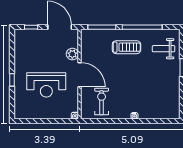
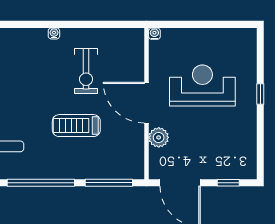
treadmill: (126, 47) -> (76, 126), moved
exercise bike: (102, 102) -> (86, 71), moved

